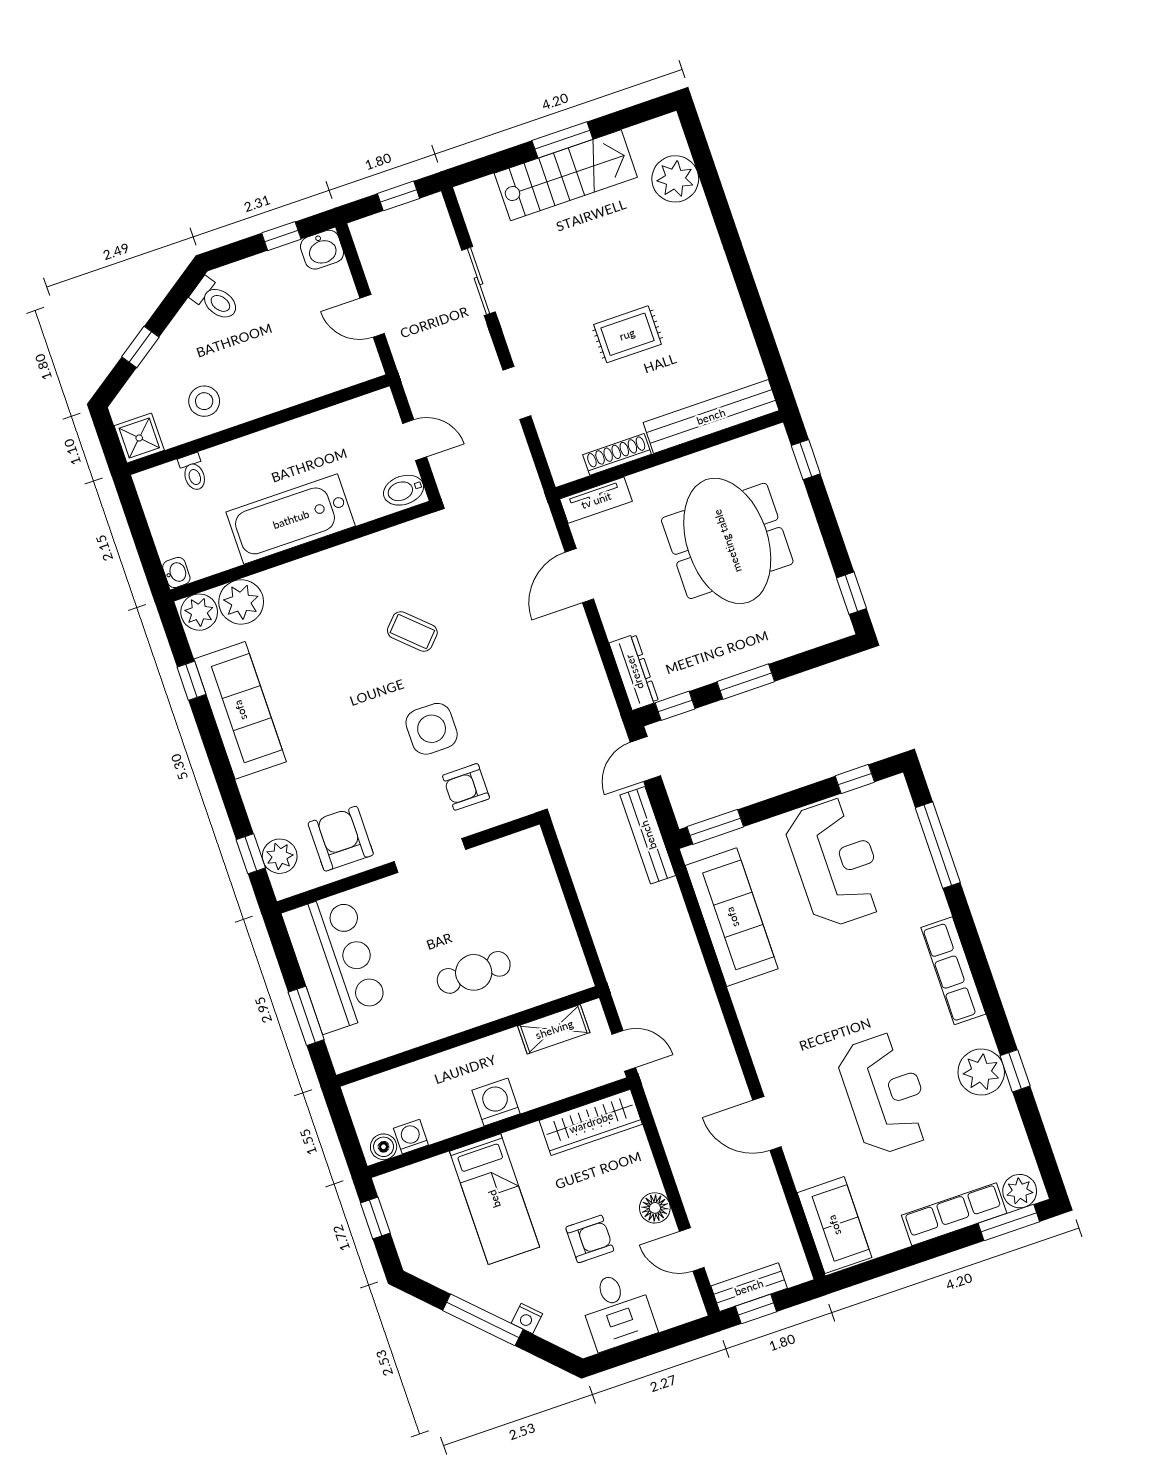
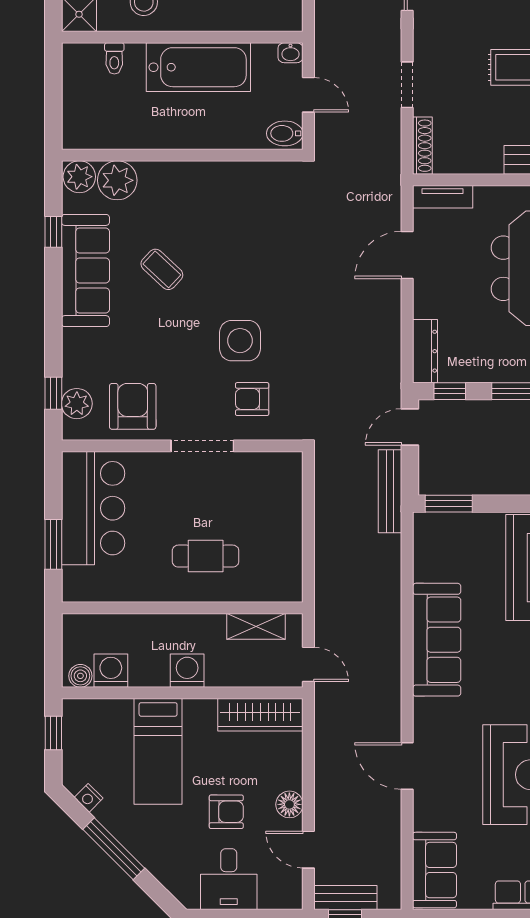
shoe rack: (617, 454) -> (422, 146), moved, turned 90
bathtub: (291, 519) -> (198, 67), moved, turned 180
washbasin: (176, 573) -> (290, 53), moved, turned 90
coffee table: (412, 631) -> (162, 269), moved
sofa: (732, 917) -> (437, 640), moved
washing machine: (411, 1137) -> (111, 671), width x1.38, depth x1.38
nightstand: (527, 1318) -> (89, 798), moved

